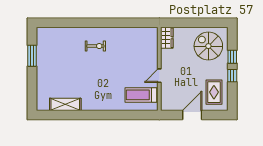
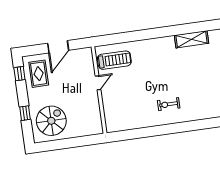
wardrobe: (167, 38) -> (96, 123), removed
spiral stairs: (208, 46) -> (51, 121), turned -90
window: (232, 76) -> (19, 74), moved

